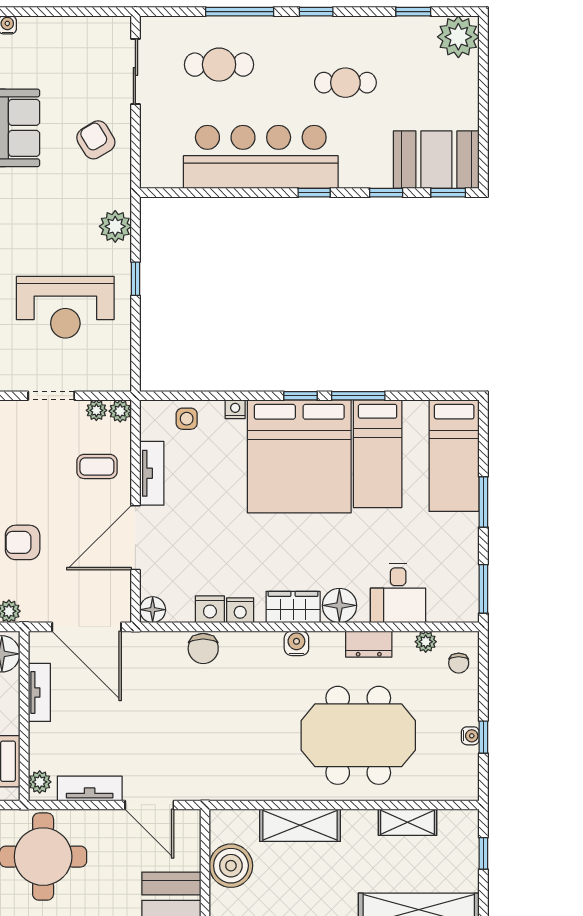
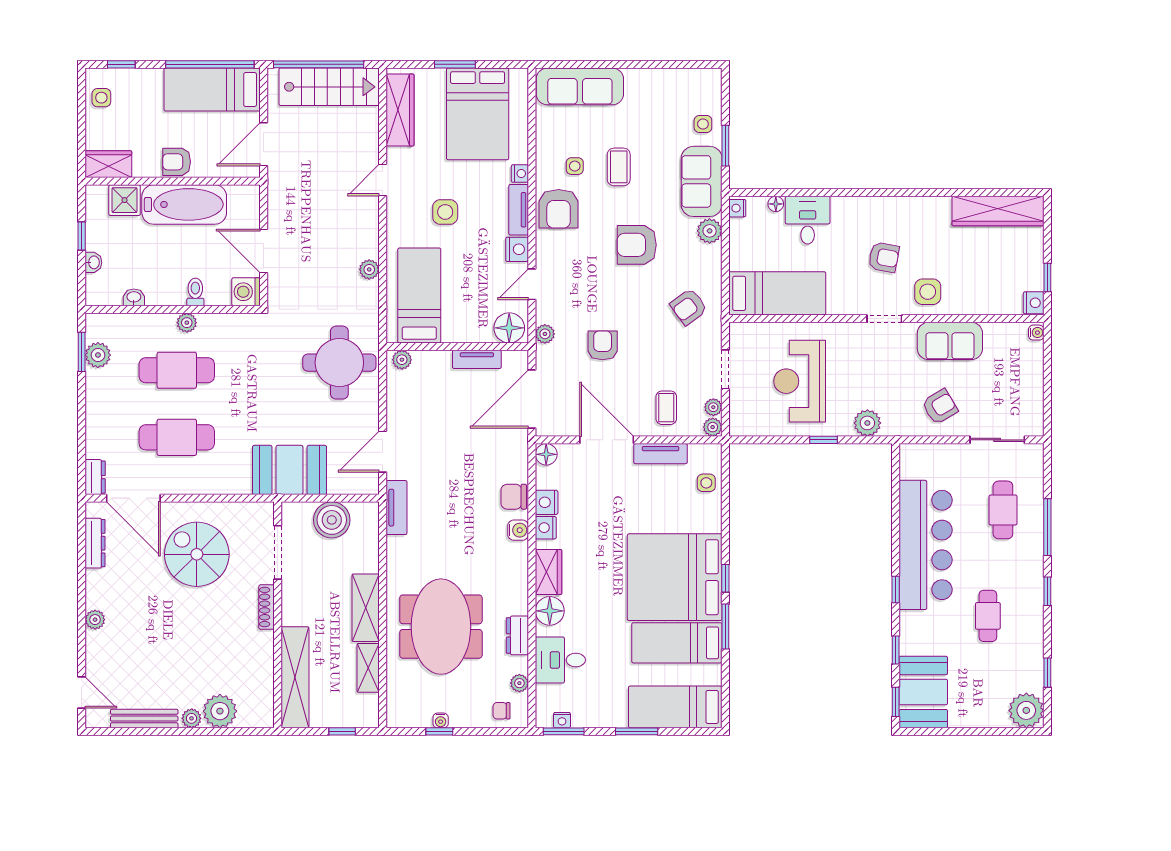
nightstand: (235, 409) -> (562, 720), moved, turned 90
water cooler: (296, 643) -> (518, 530), moved
tv unit: (90, 788) -> (396, 508), moved
shelving: (300, 825) -> (366, 608), moved

